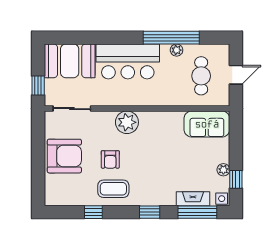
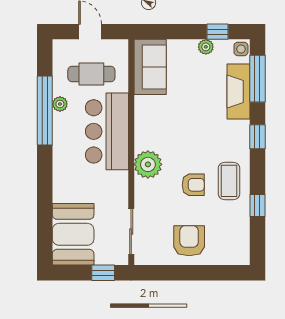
bar counter: (128, 61) -> (107, 131), moved, turned 180
armchair: (64, 156) -> (189, 241), width x0.73, depth x0.73
fireplace: (193, 199) -> (238, 91), width x1.37, depth x1.32

